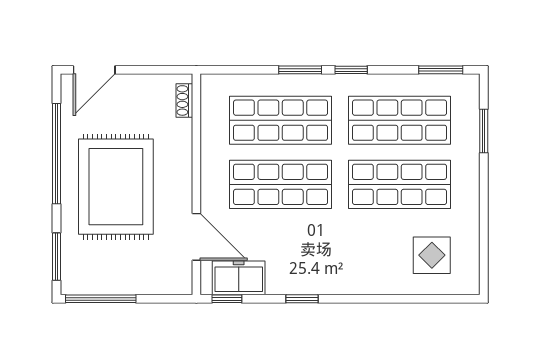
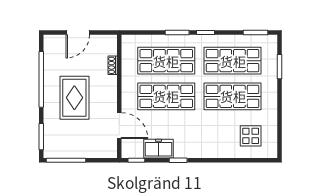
door: (94, 70) -> (78, 33), moved
shoe rack: (184, 100) -> (113, 65), moved
rug: (116, 187) -> (74, 98), width x0.73, depth x0.69
freezer: (239, 278) -> (158, 149), moved

